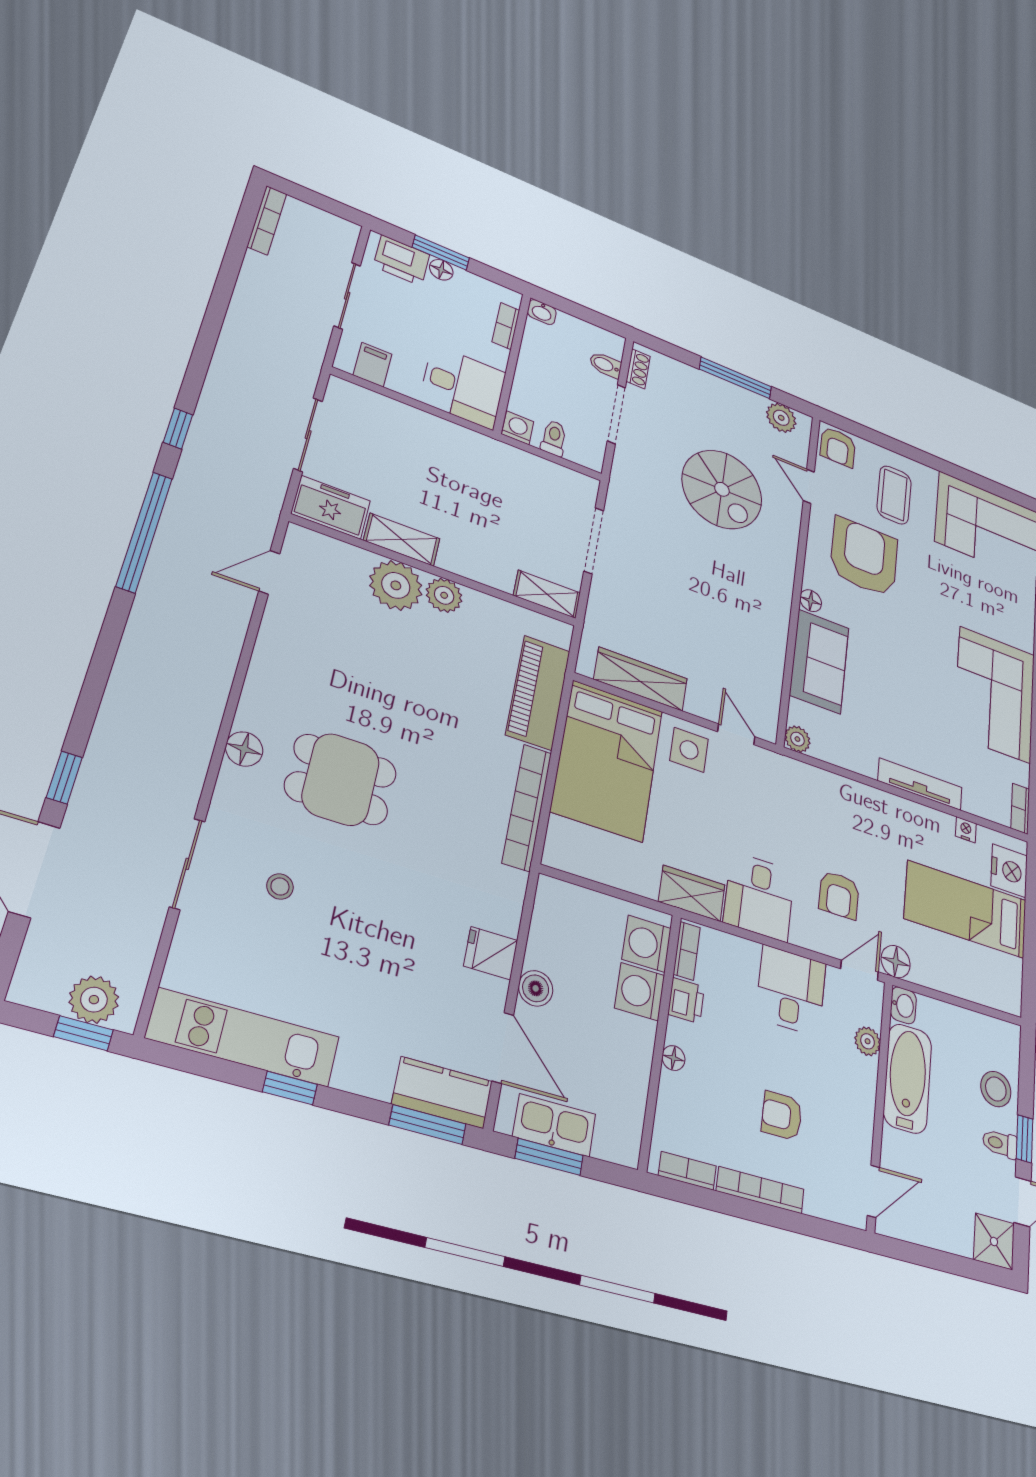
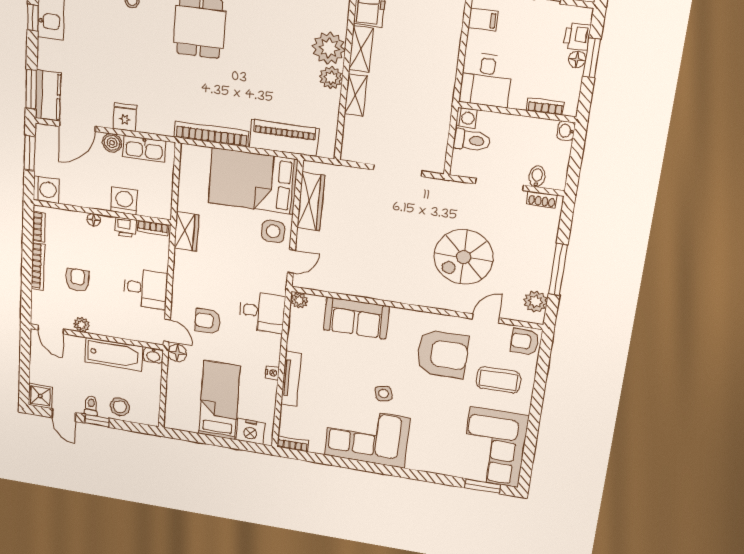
printer: (402, 260) -> (577, 37), width x0.73, depth x0.81
toilet: (554, 438) -> (472, 140), width x1.37, depth x1.39
shelving: (547, 594) -> (356, 95), moved
floor lamp: (811, 601) -> (398, 315), removed
side table: (929, 653) -> (384, 393), added
nightstand: (966, 830) -> (272, 373), moved
desk: (759, 896) -> (262, 312), moved, turned 180
washing machine: (647, 944) -> (46, 190), moved, turned 90
plant: (868, 1041) -> (82, 325), moved
kitchen sink: (554, 1125) -> (144, 149), moved, turned 90

